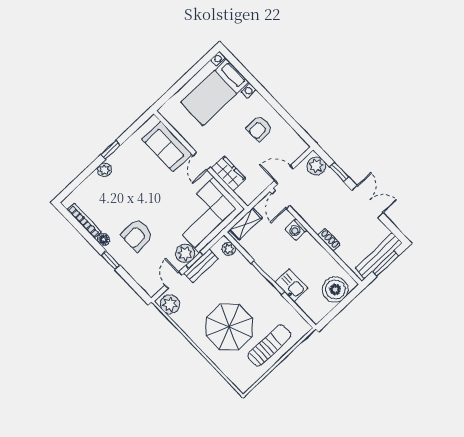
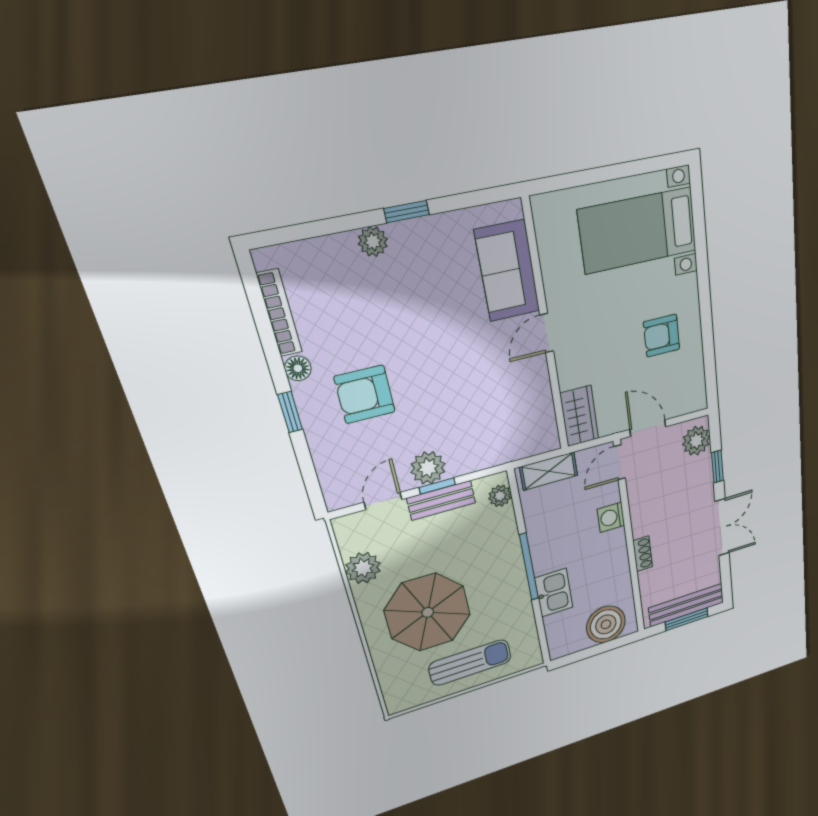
wardrobe: (229, 173) -> (579, 416), moved
corner sofa: (206, 215) -> (500, 425), removed
plant: (170, 304) -> (363, 568), moved

